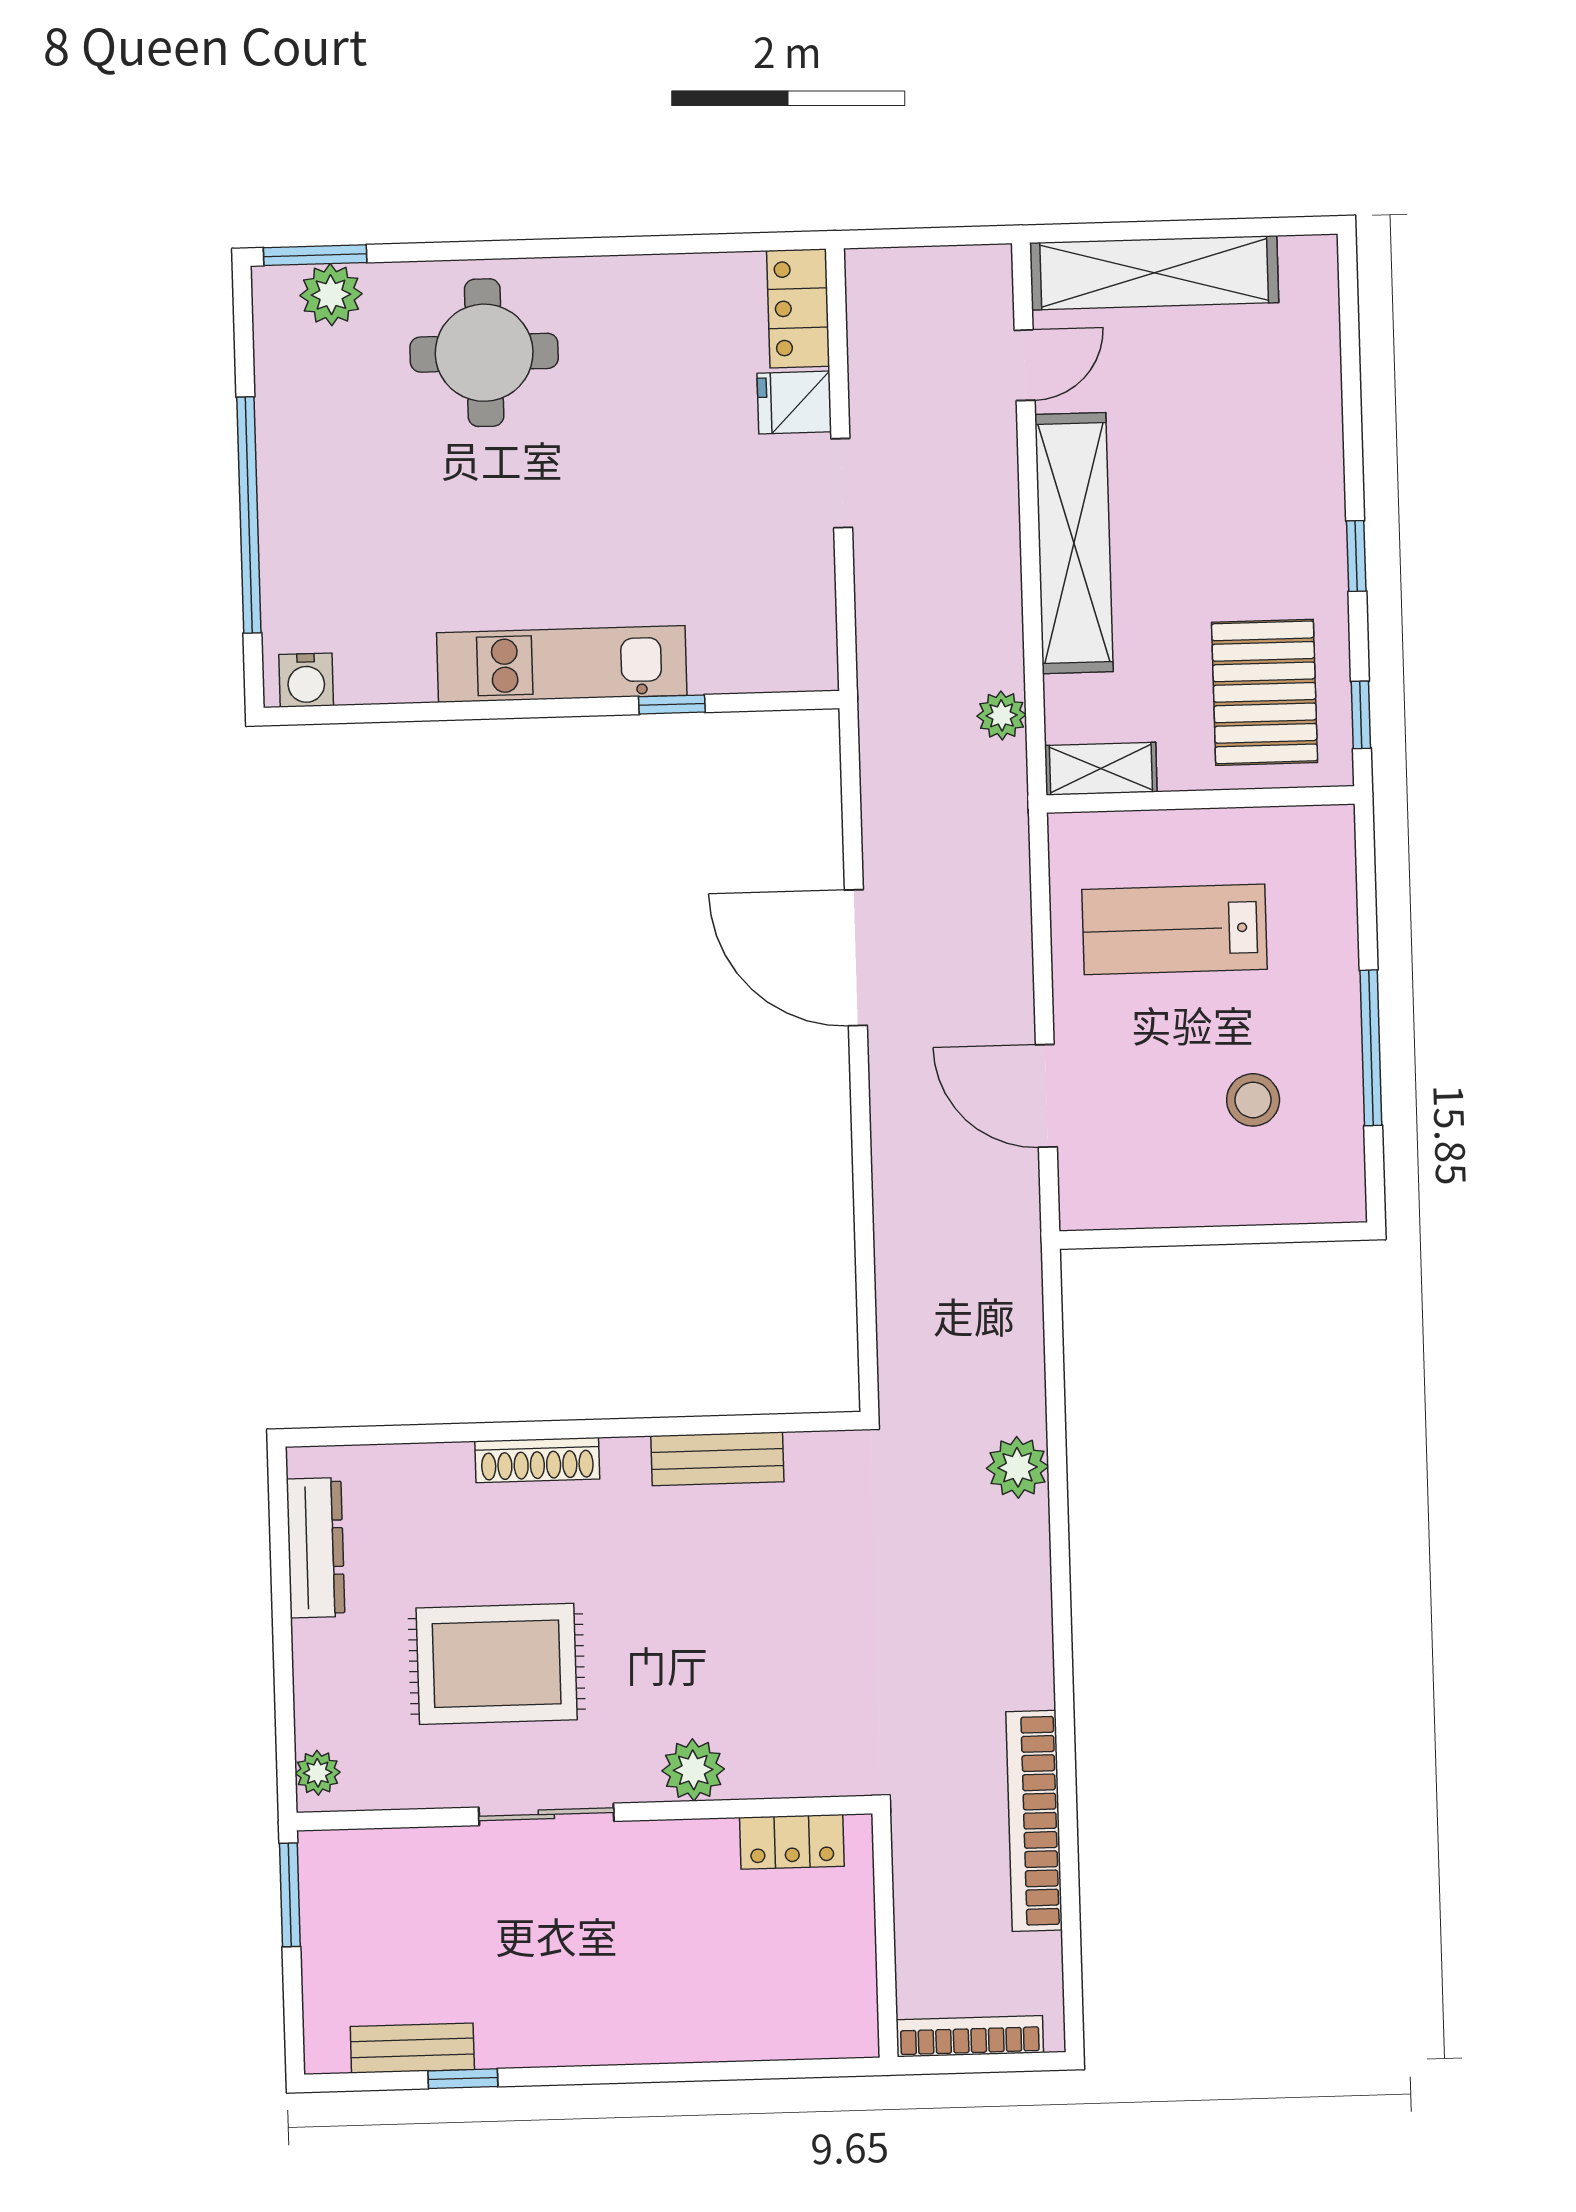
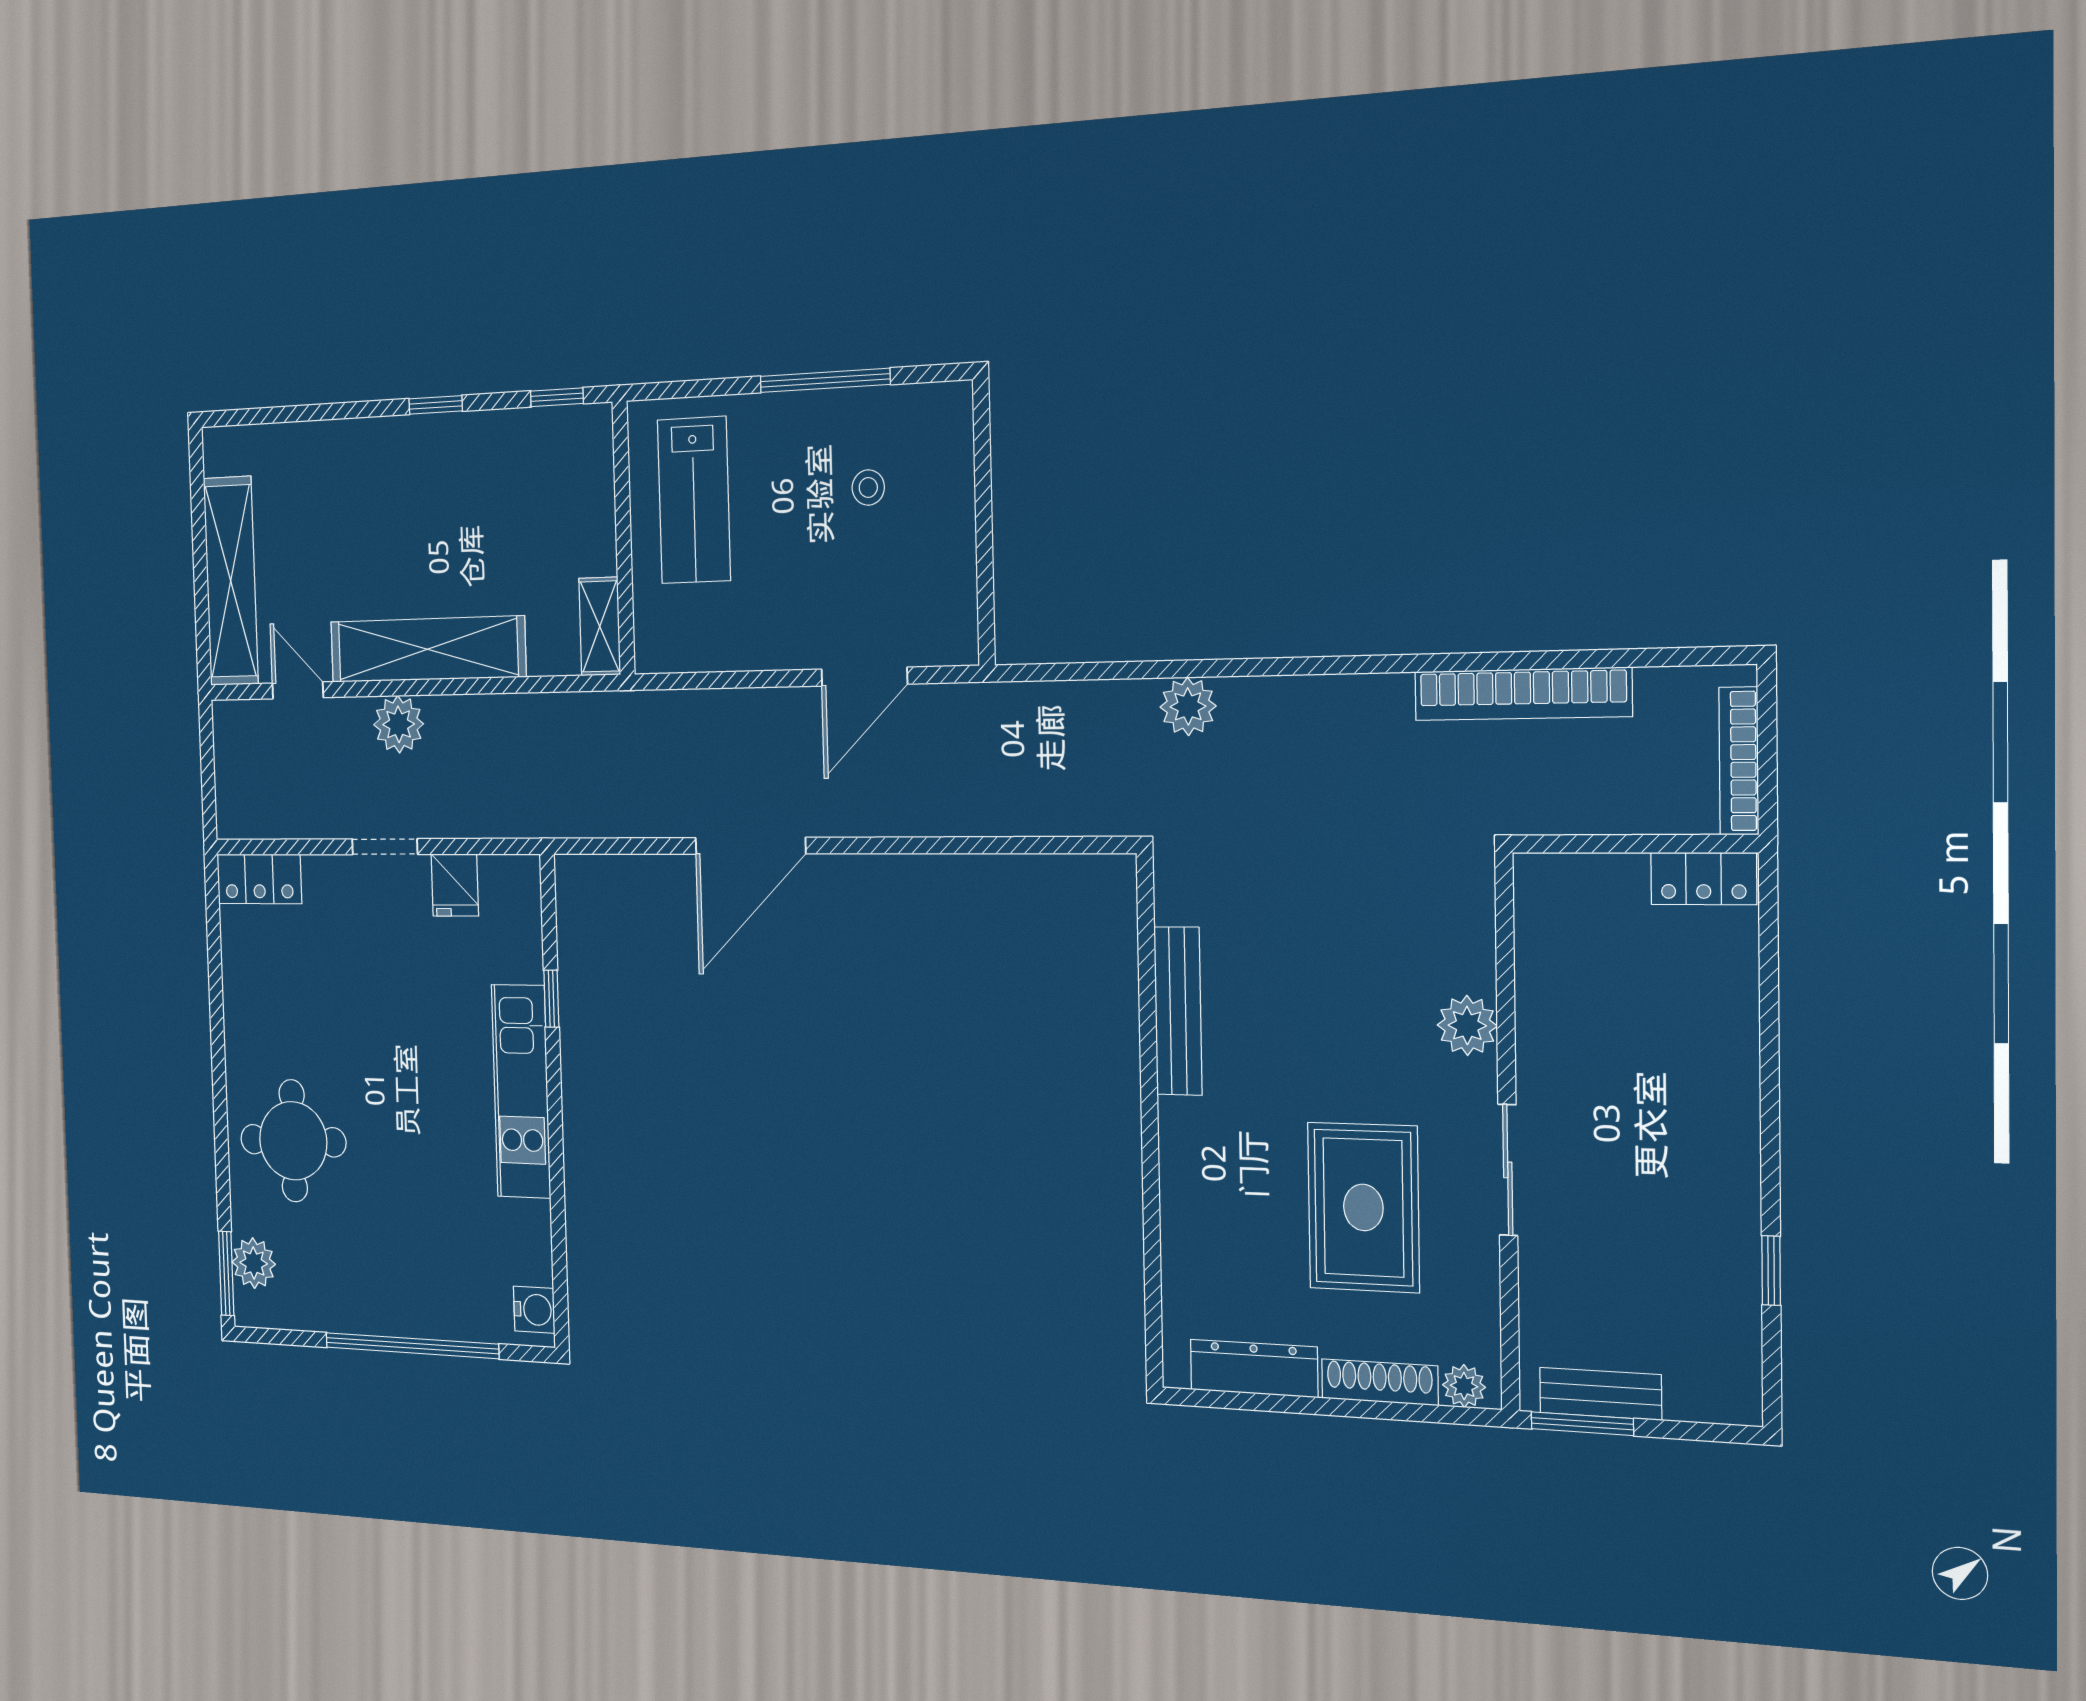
fridge: (794, 403) -> (455, 885), moved
pallet: (1265, 692) -> (540, 483), removed
plant: (1002, 715) -> (399, 724), moved, width x1.38, depth x1.38
lab bench: (1174, 929) -> (694, 500), moved
stool: (1253, 1100) -> (868, 487), width x0.73, depth x0.73
bench: (717, 1459) -> (1178, 1011), width x1.36
shoe rack: (537, 1460) -> (1380, 1382), moved, turned -90
locker: (792, 1842) -> (1704, 878), moved, turned 90
bench: (412, 2048) -> (1600, 1394), moved, turned 90

